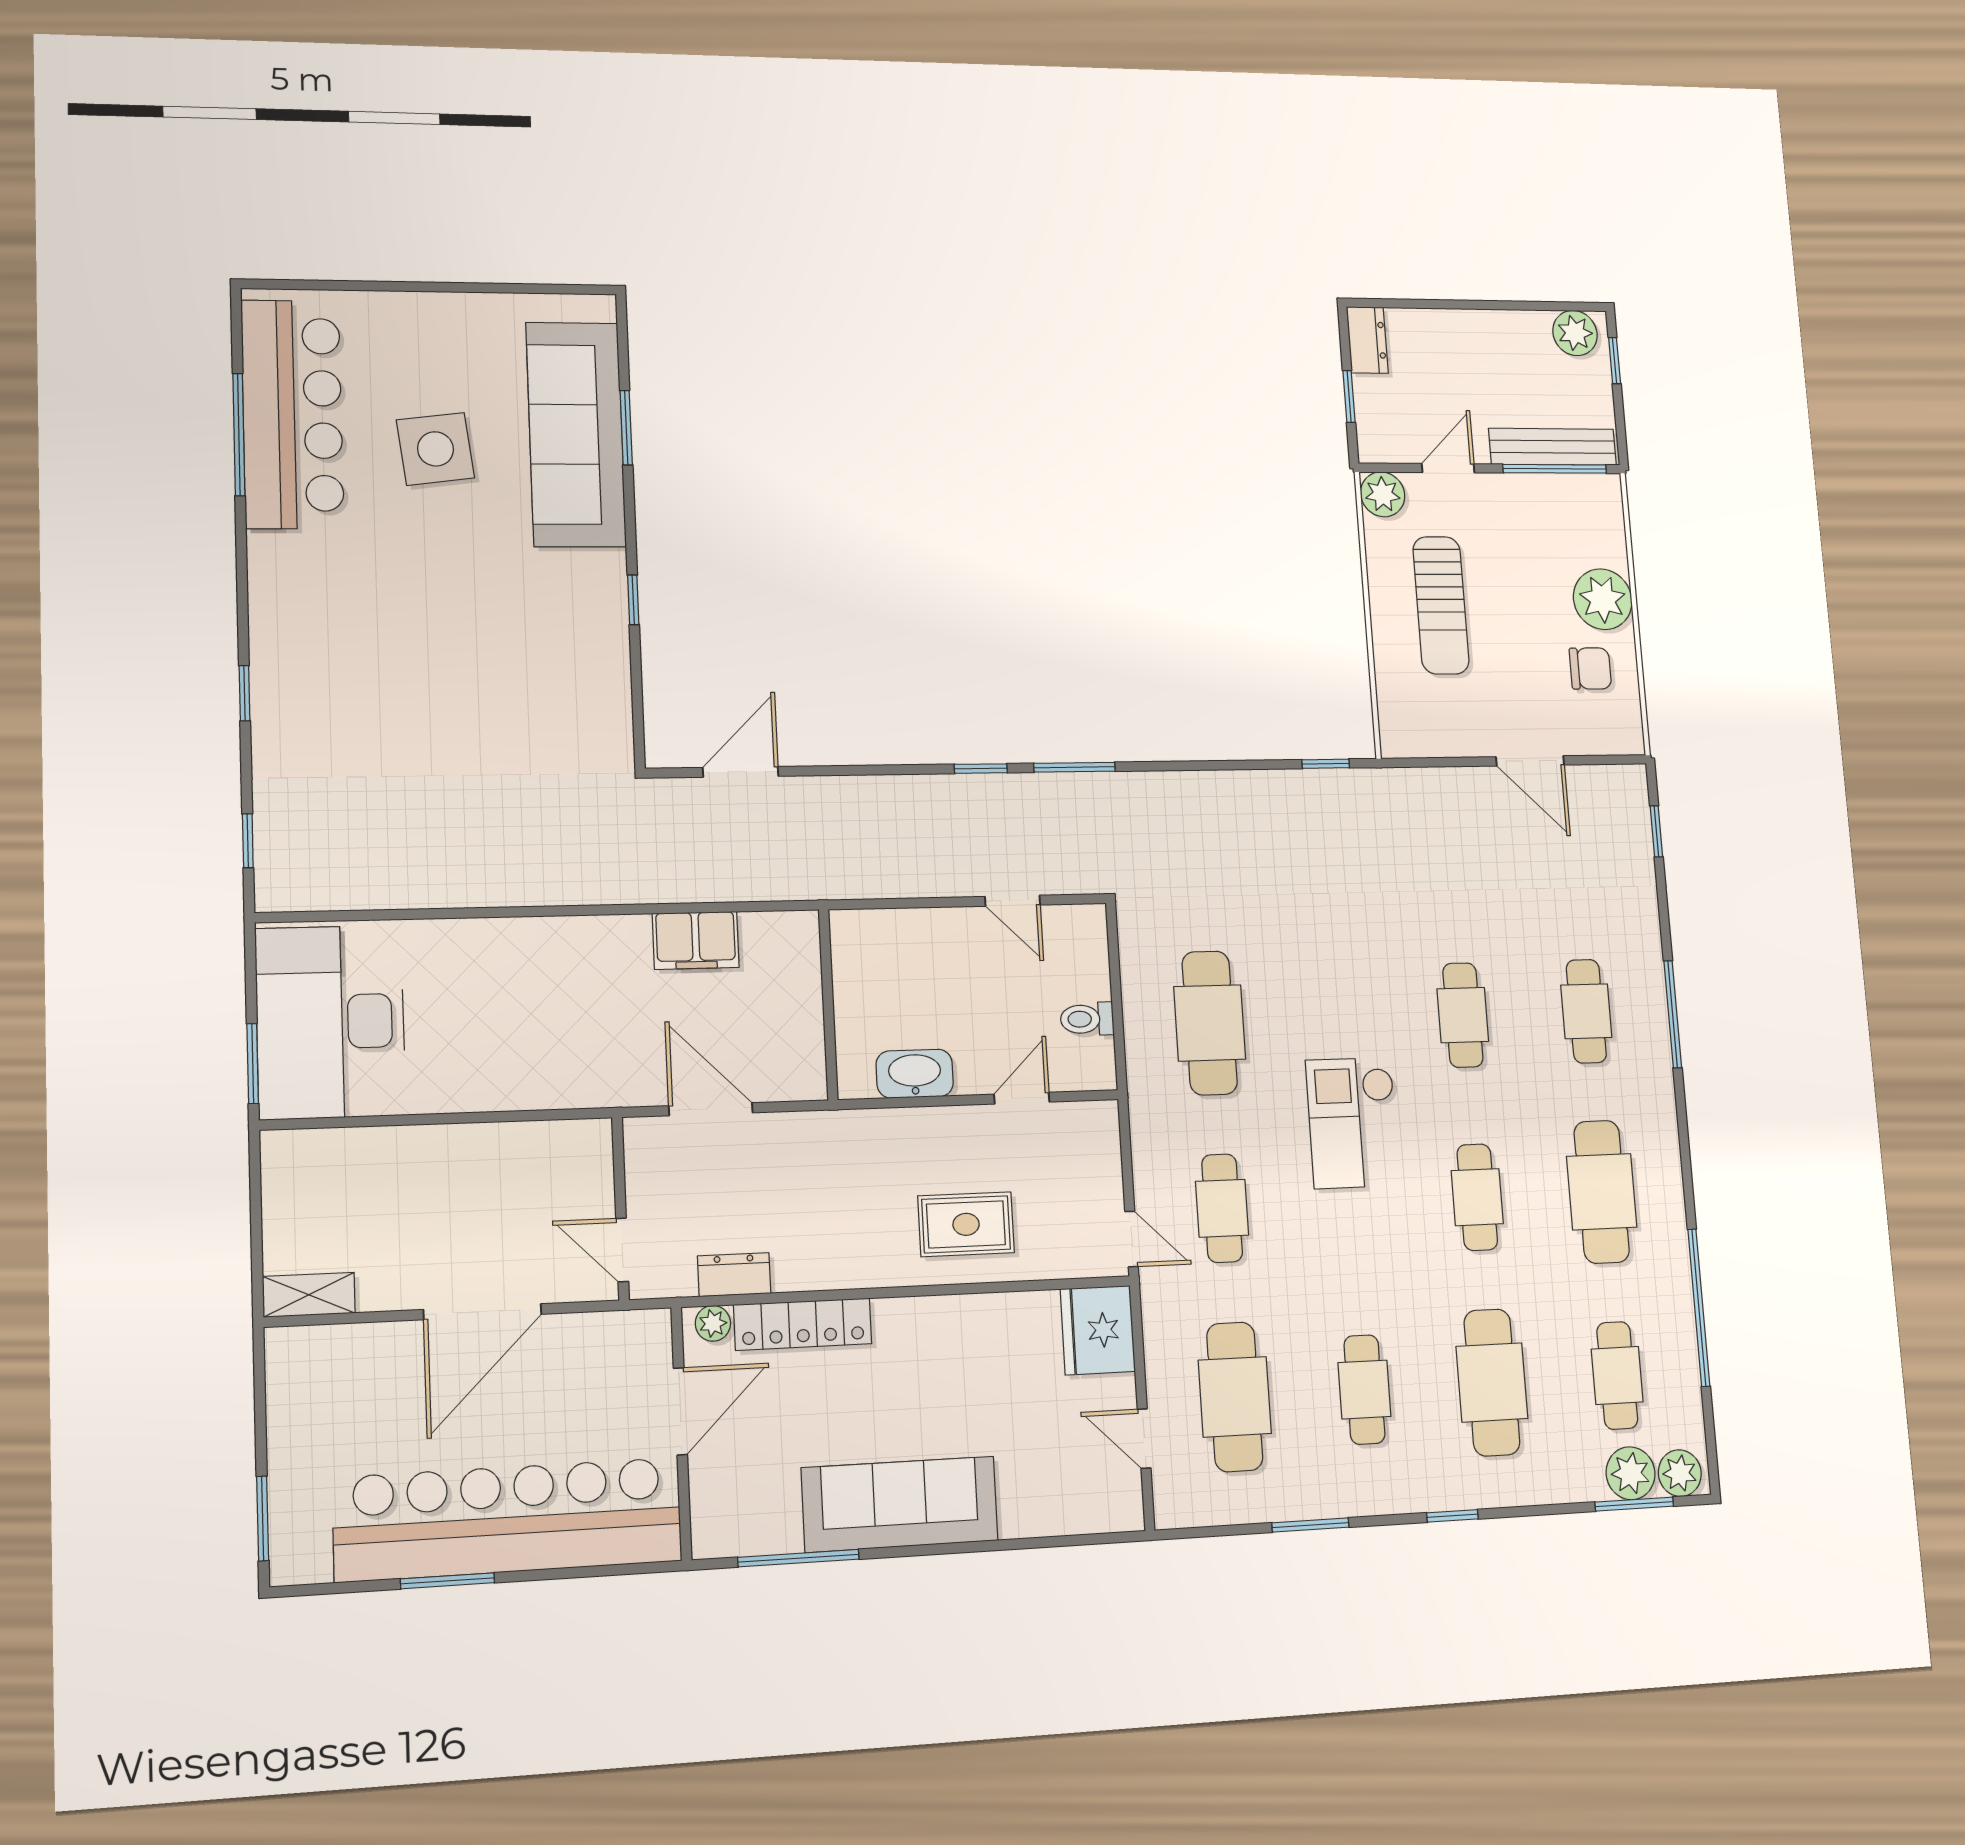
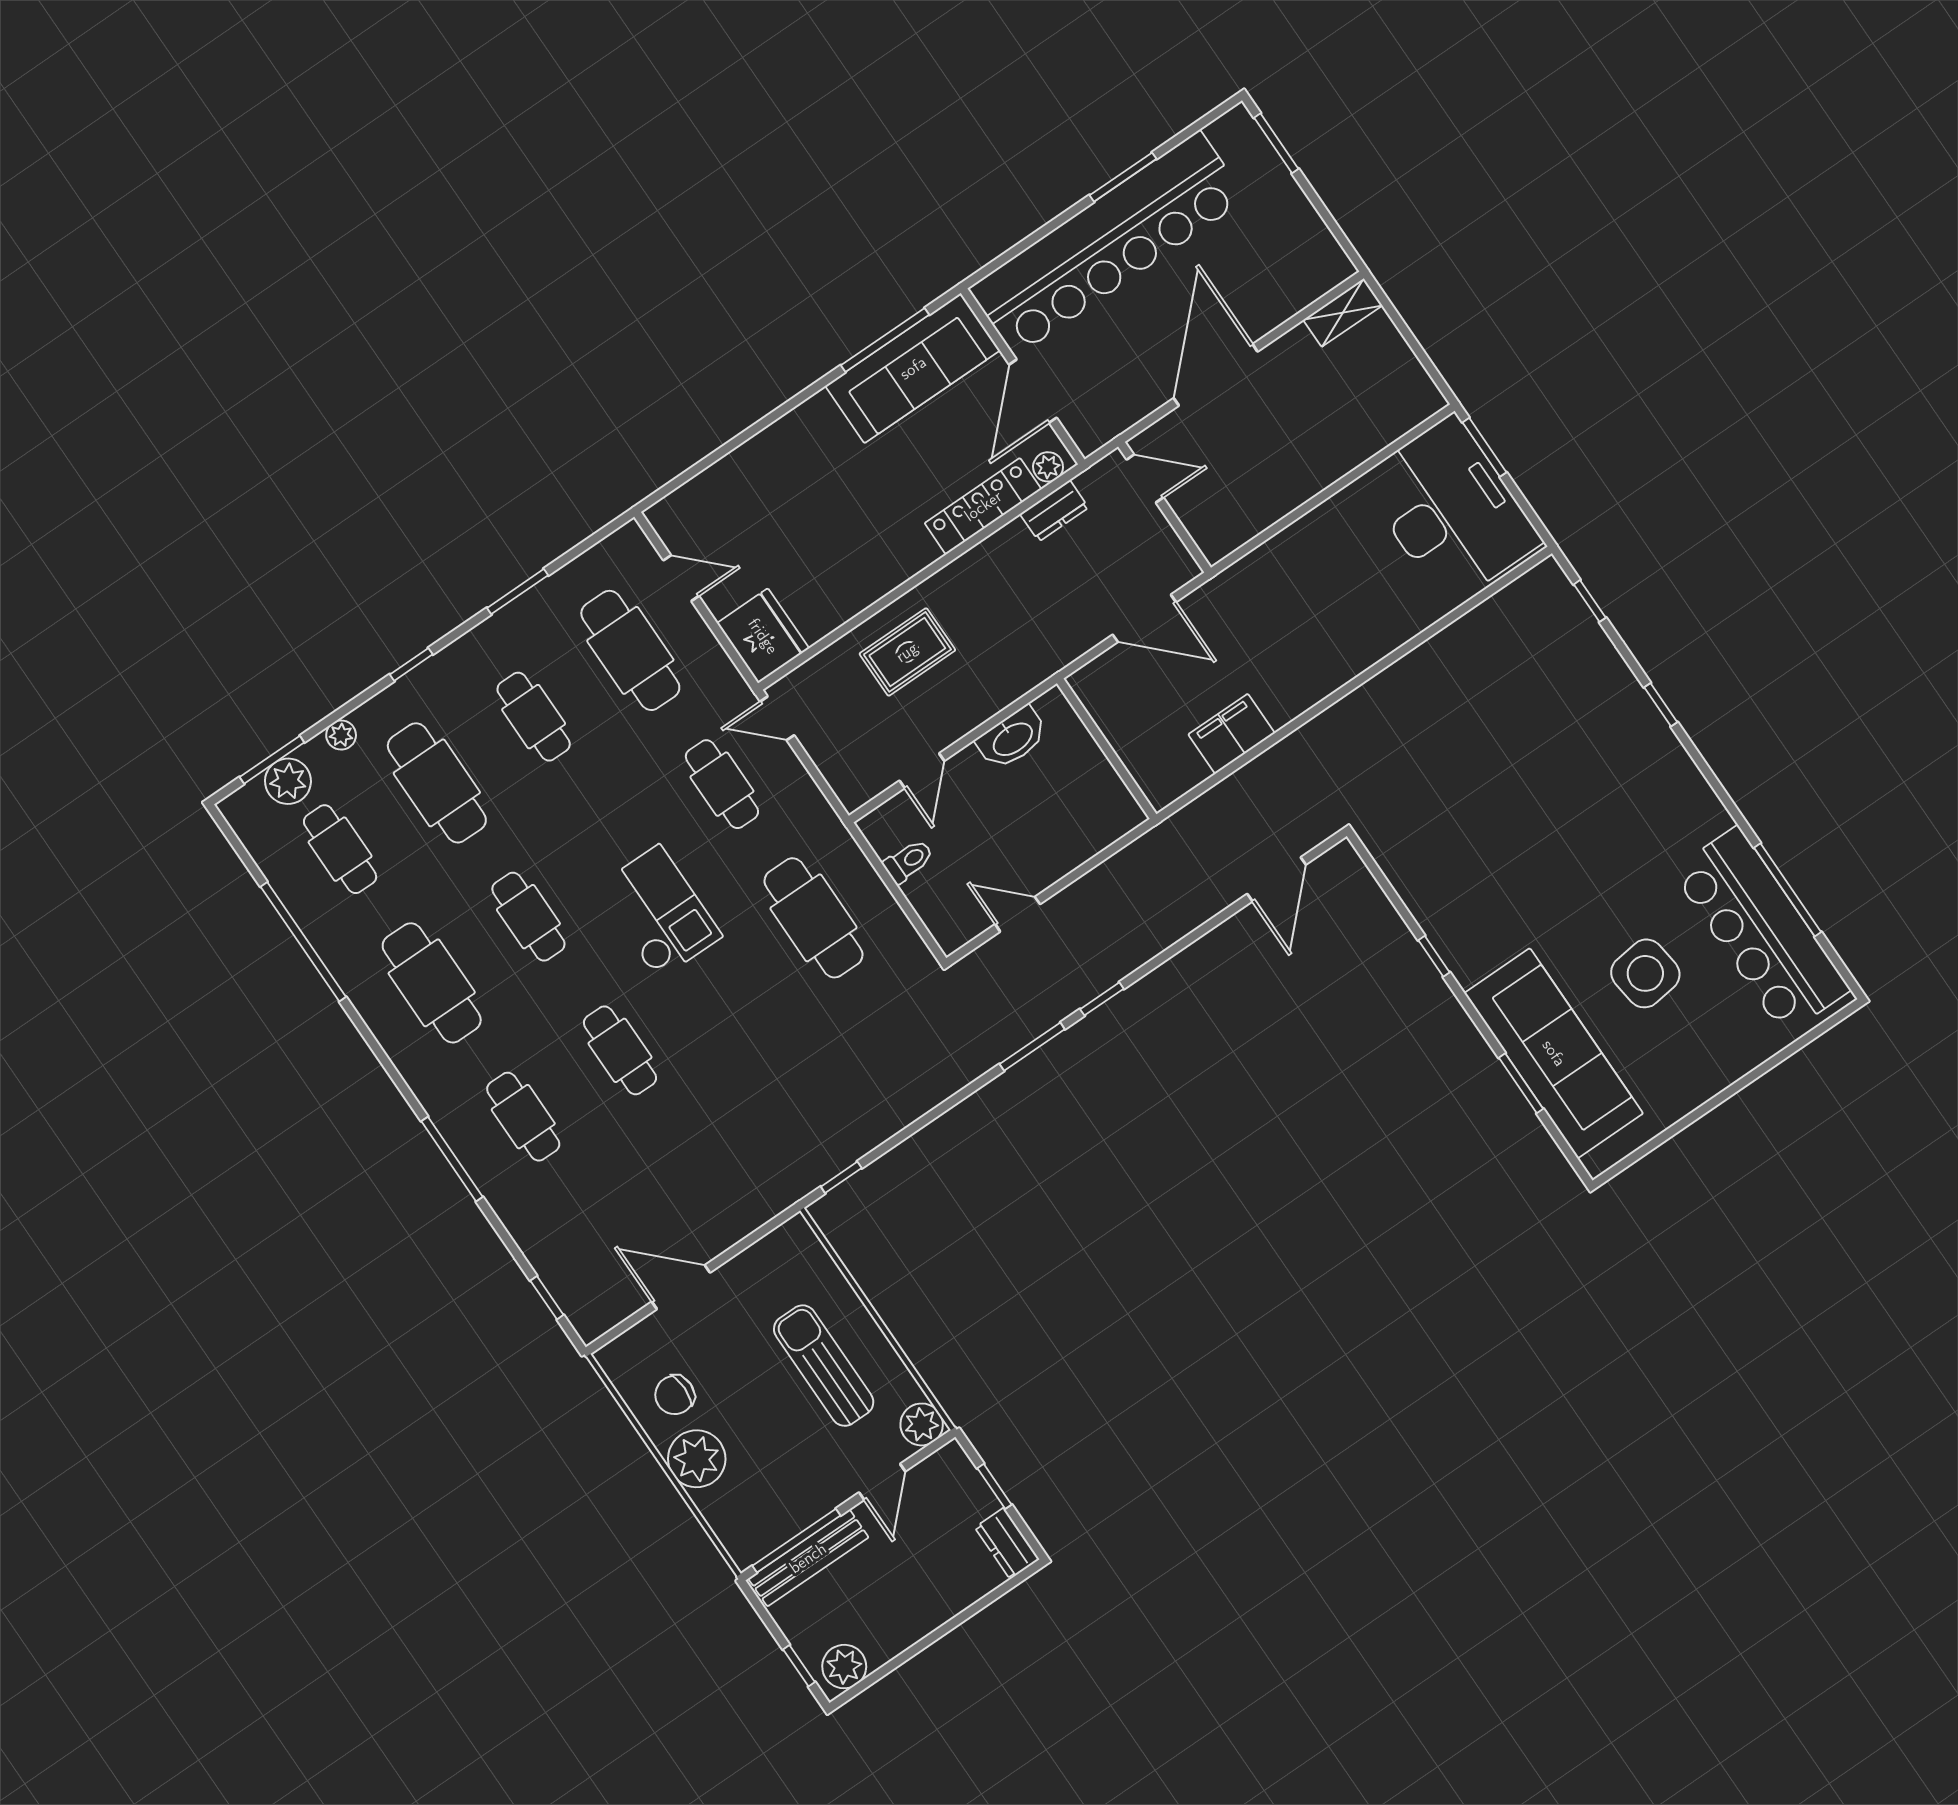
plant: (1680, 1473) -> (341, 735), moved, width x0.73, depth x0.73
sofa: (900, 1504) -> (913, 368), moved

